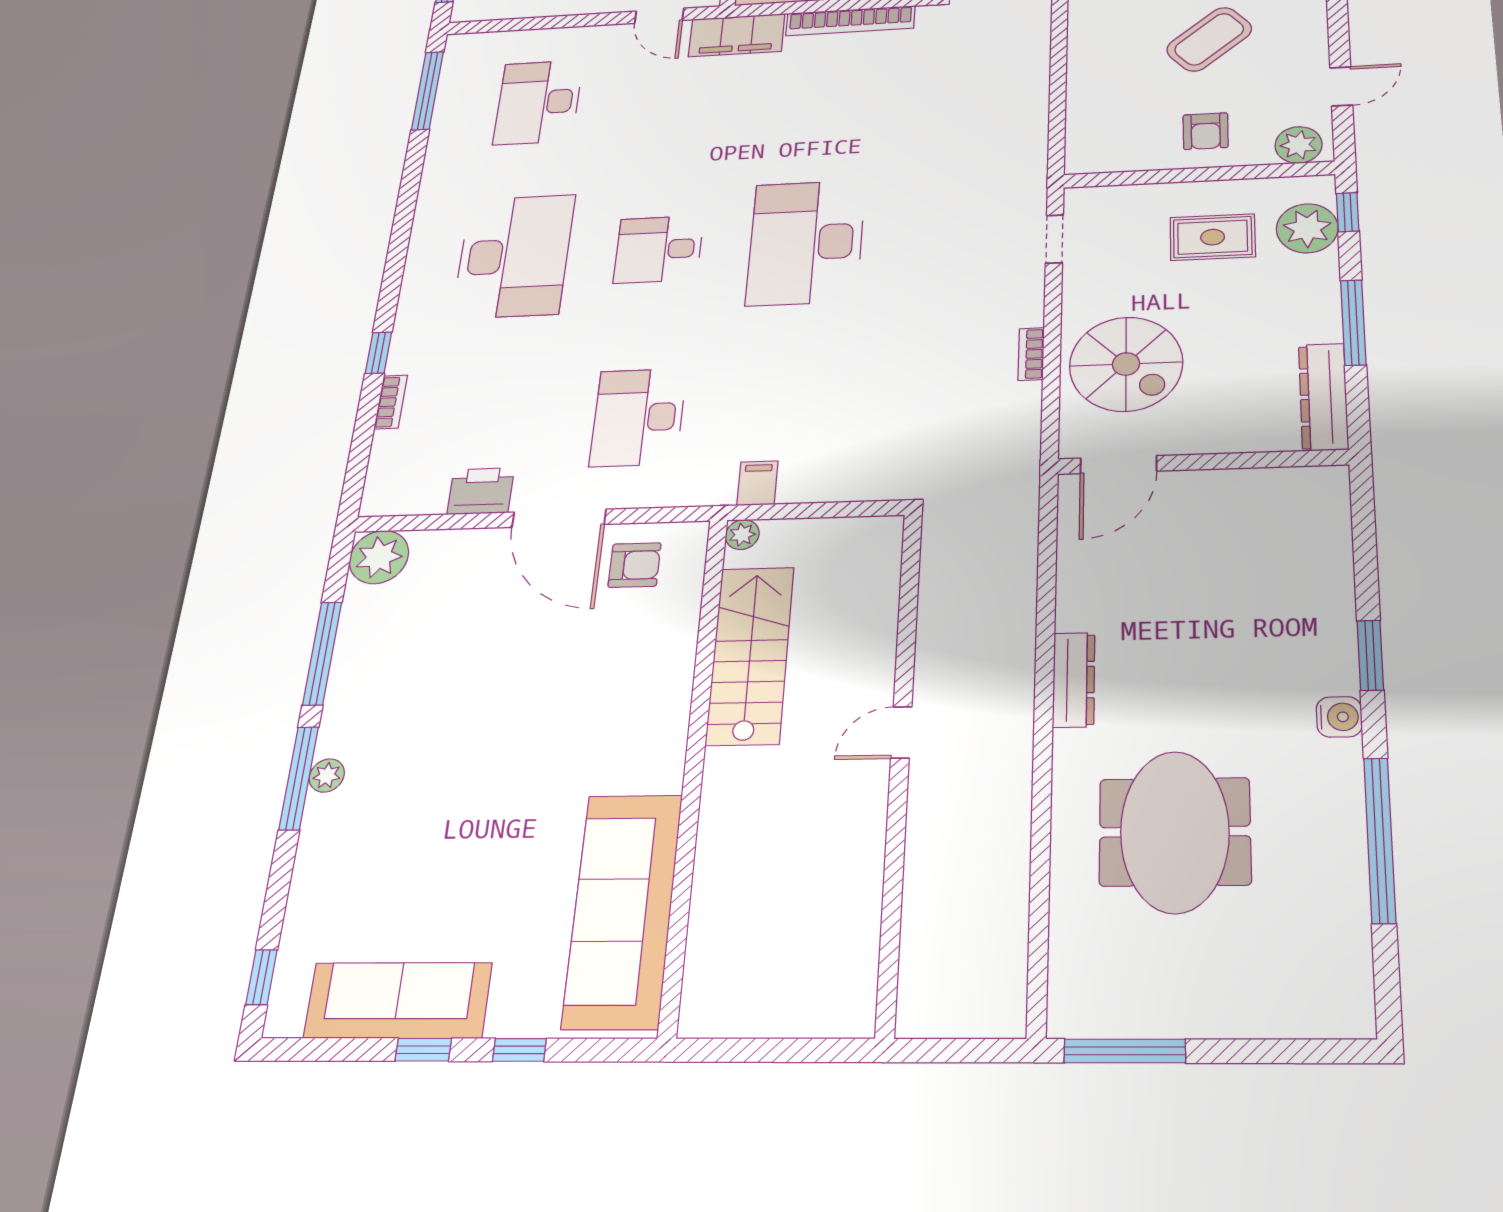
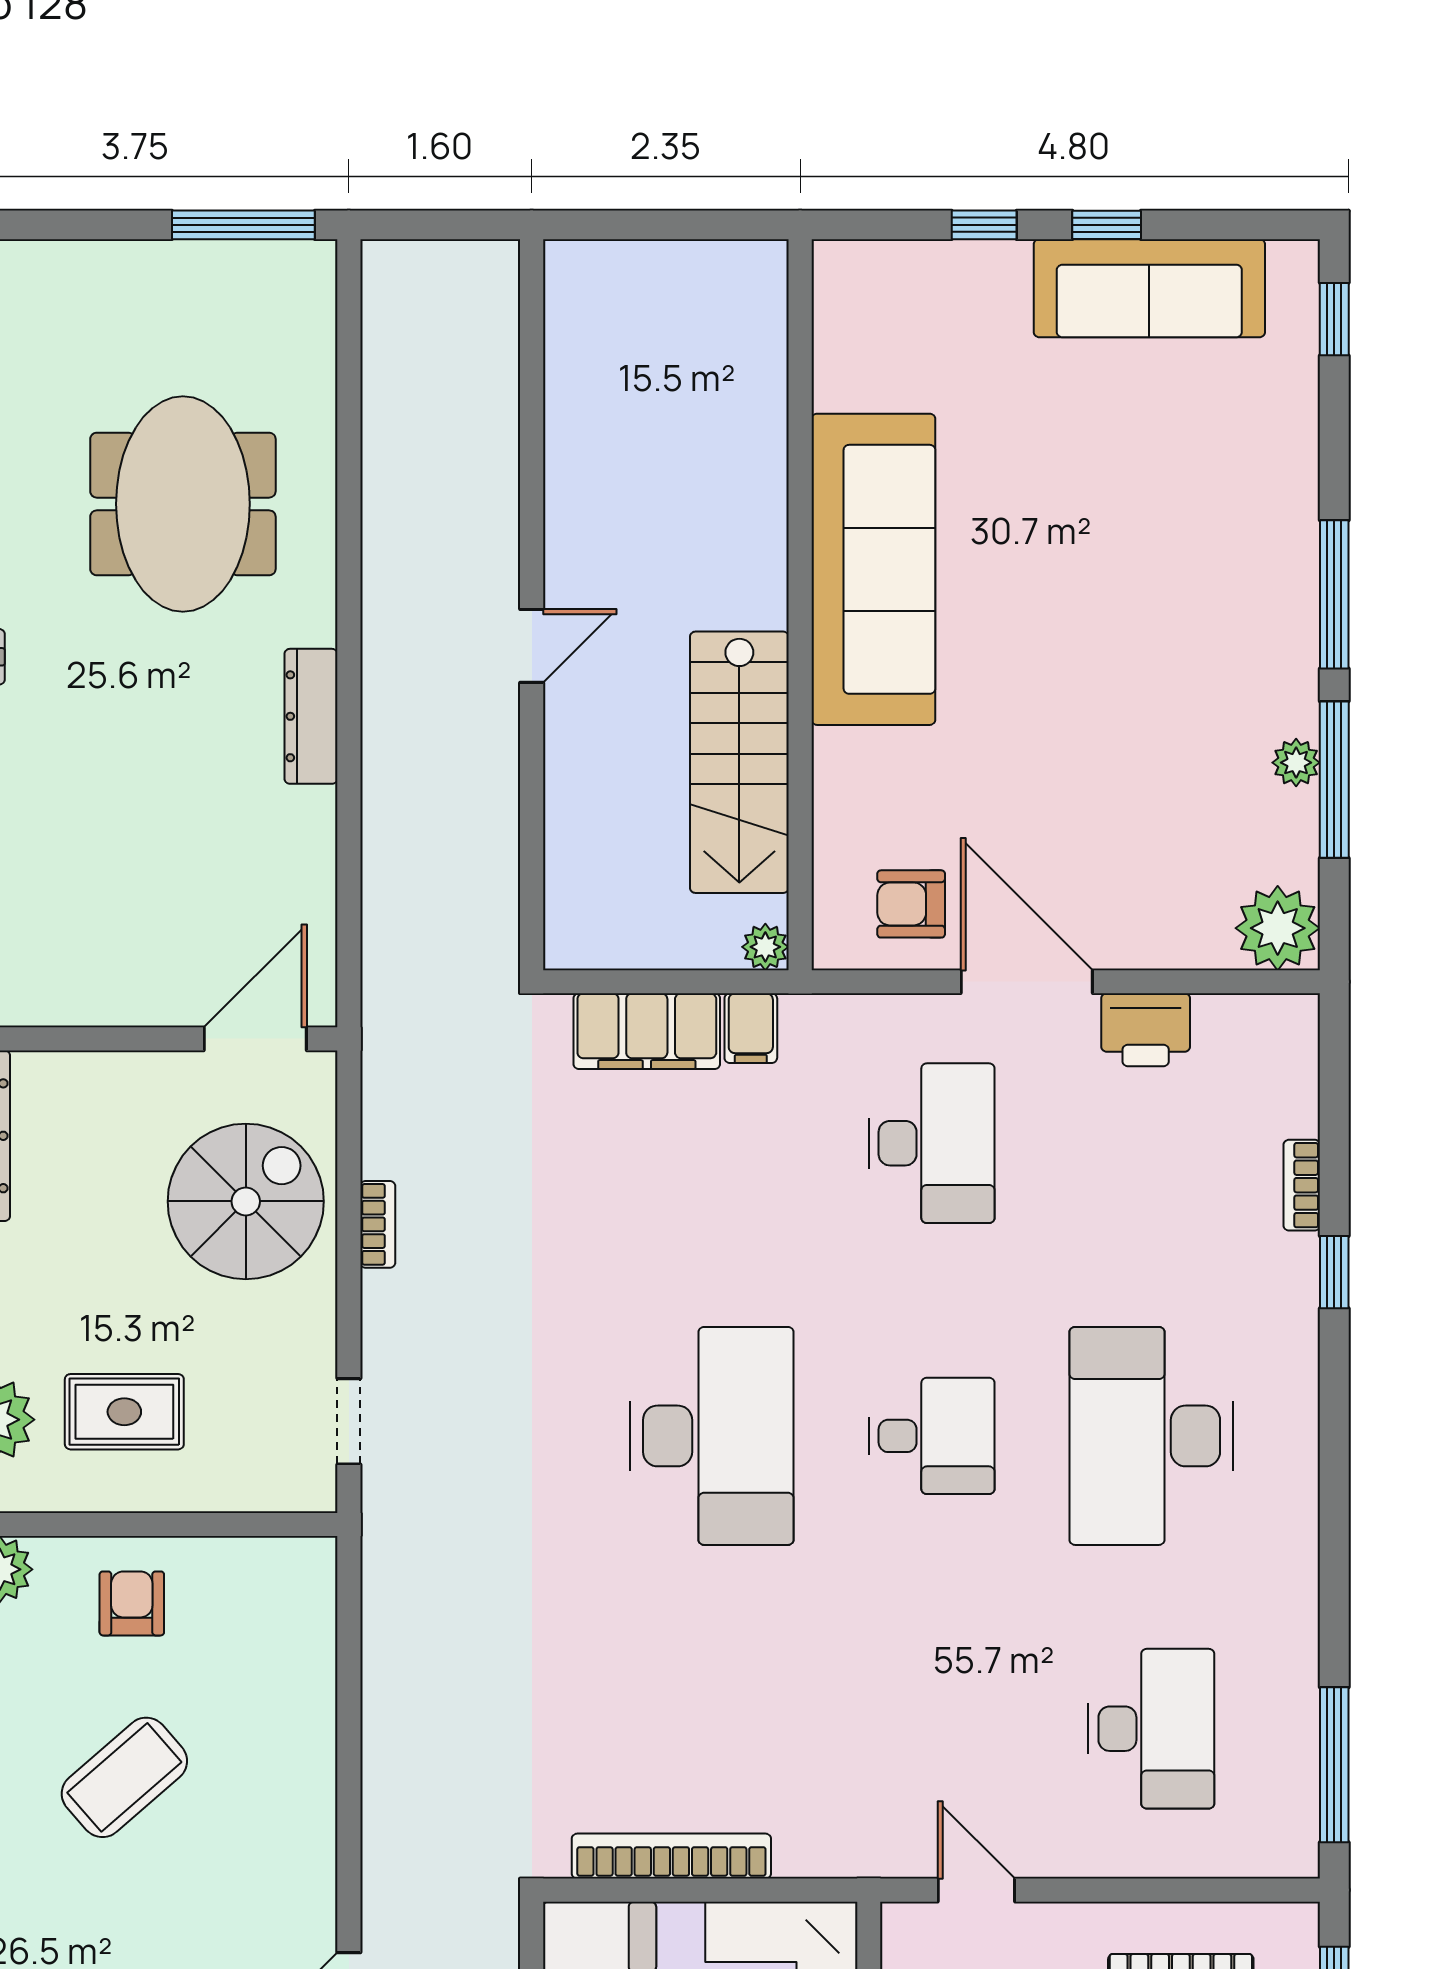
filing cabinet: (737, 35) -> (647, 1031), moved, turned 180
spiral stairs: (1126, 364) -> (246, 1201), turned 90
plant: (327, 776) -> (1296, 763), moved
sofa: (623, 910) -> (873, 569), moved

